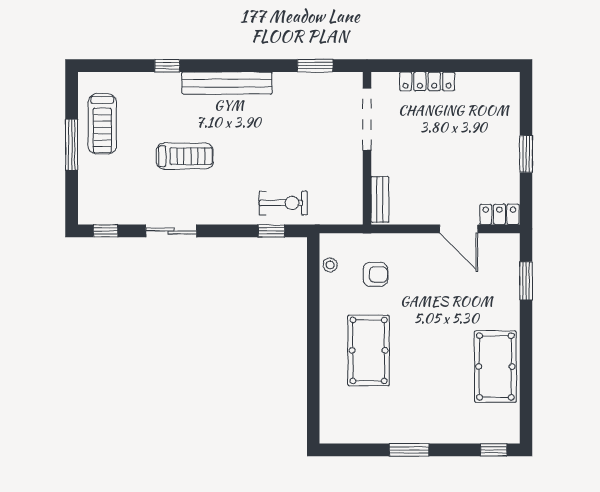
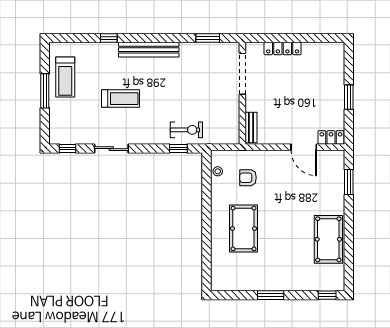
armchair: (375, 274) -> (248, 178), turned 180

